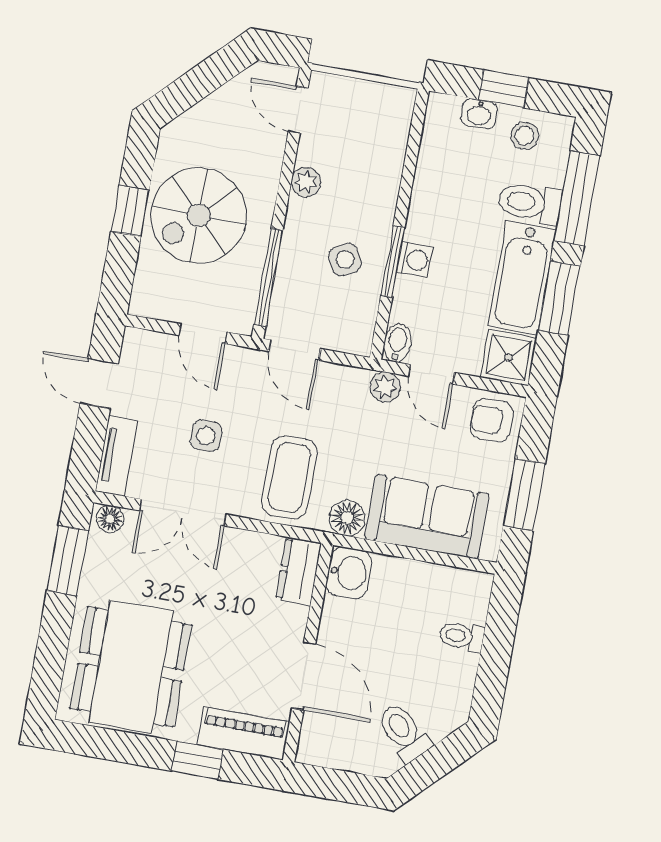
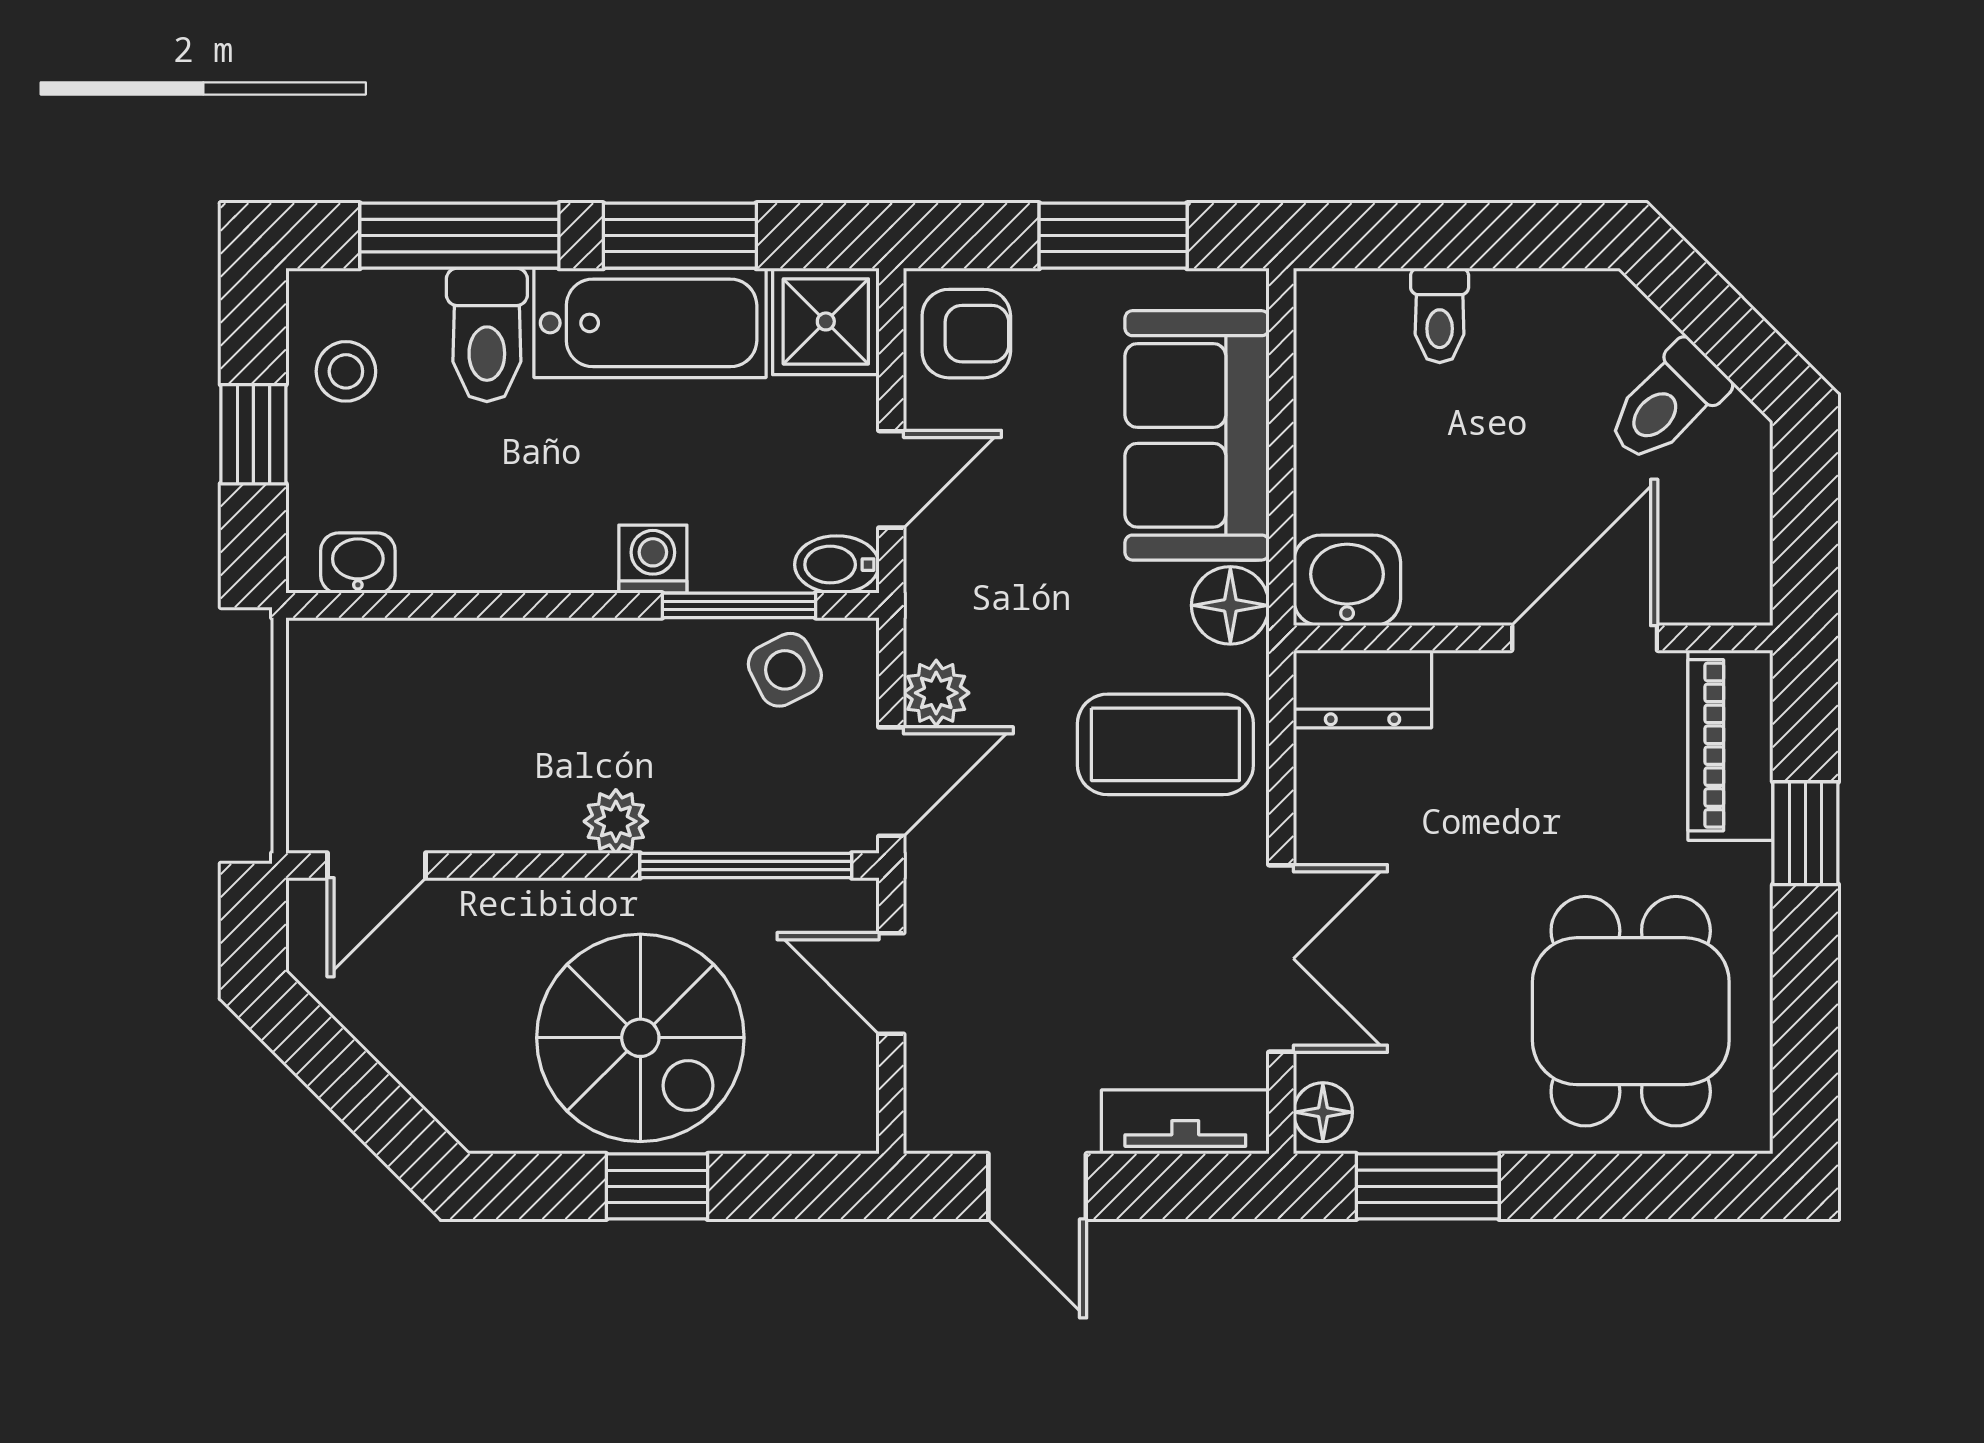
washbasin: (479, 114) -> (358, 563), moved, turned -90
plant: (306, 182) -> (616, 821), moved
side table: (345, 260) -> (785, 670), moved
window: (393, 261) -> (739, 605), moved
door: (203, 334) -> (891, 984), swing flipped
door: (99, 383) -> (1037, 1186), hinge flipped
plant: (385, 387) -> (936, 693), moved
armchair: (492, 420) -> (966, 334), turned -90
side table: (206, 436) -> (1108, 938), removed
dining table: (131, 667) -> (1631, 1011), width x0.73

